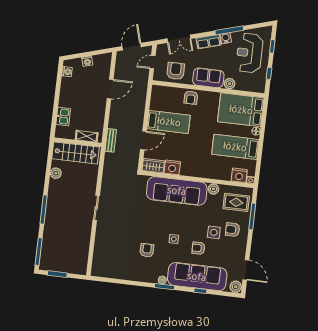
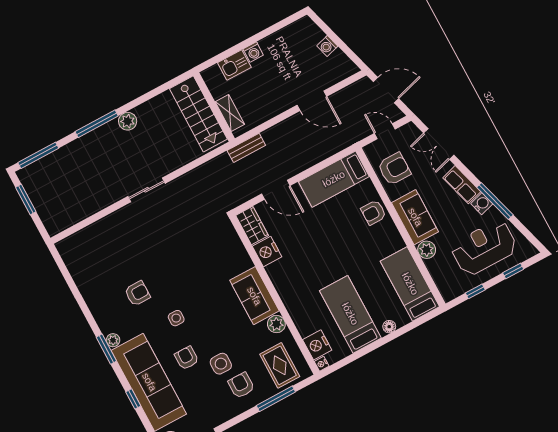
washing machine: (67, 72) -> (253, 52), moved
bed: (241, 110) -> (410, 284), width x0.67
bed: (169, 122) -> (334, 179), moved, turned 90
plant: (56, 173) -> (128, 121), moved
sofa: (177, 191) -> (254, 296), width x0.54, depth x0.79

